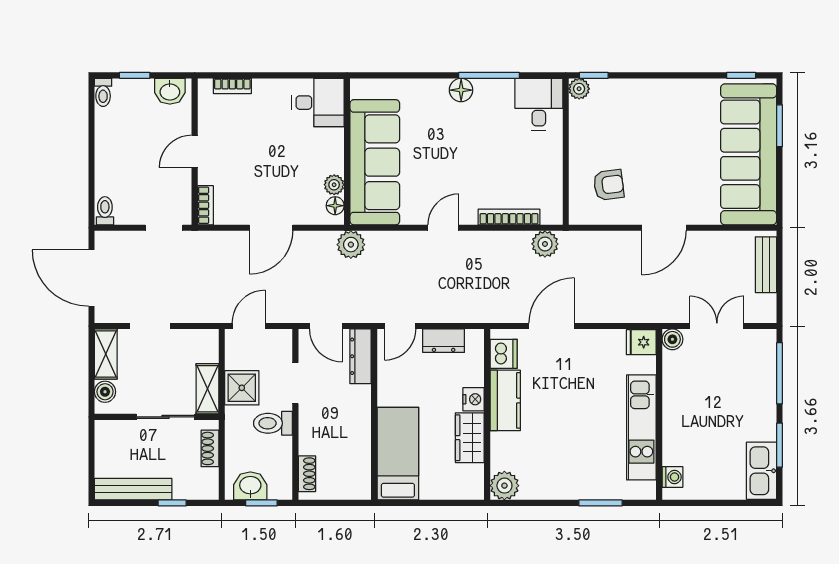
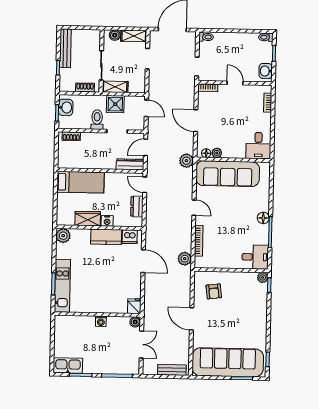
kitchen unit: (641, 427) -> (62, 286), moved, turned 90
washing machine: (672, 477) -> (101, 321), moved

